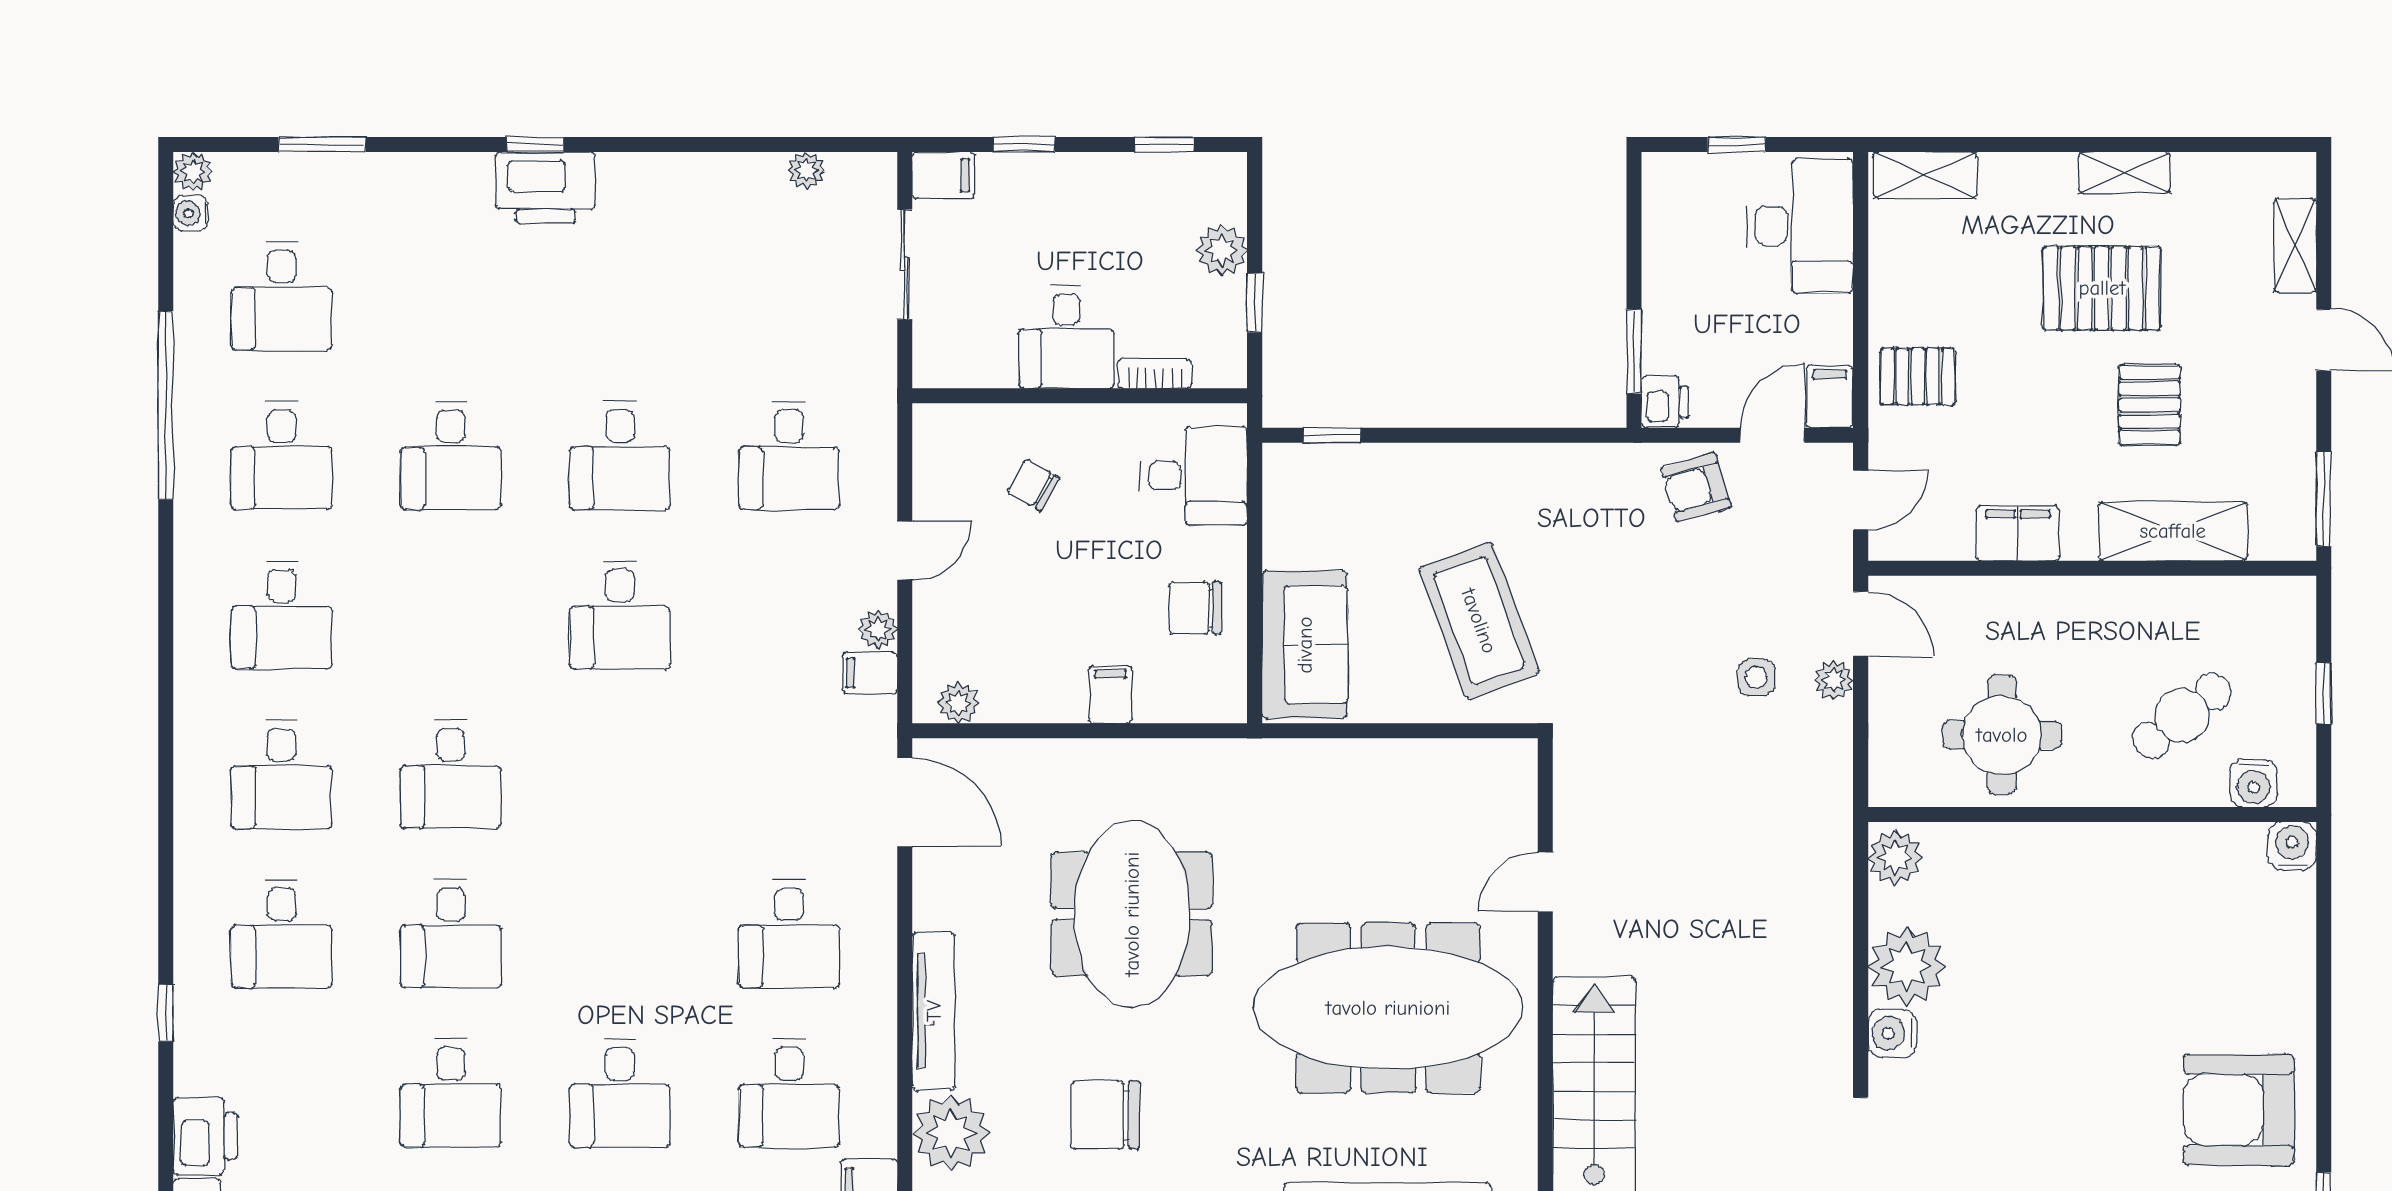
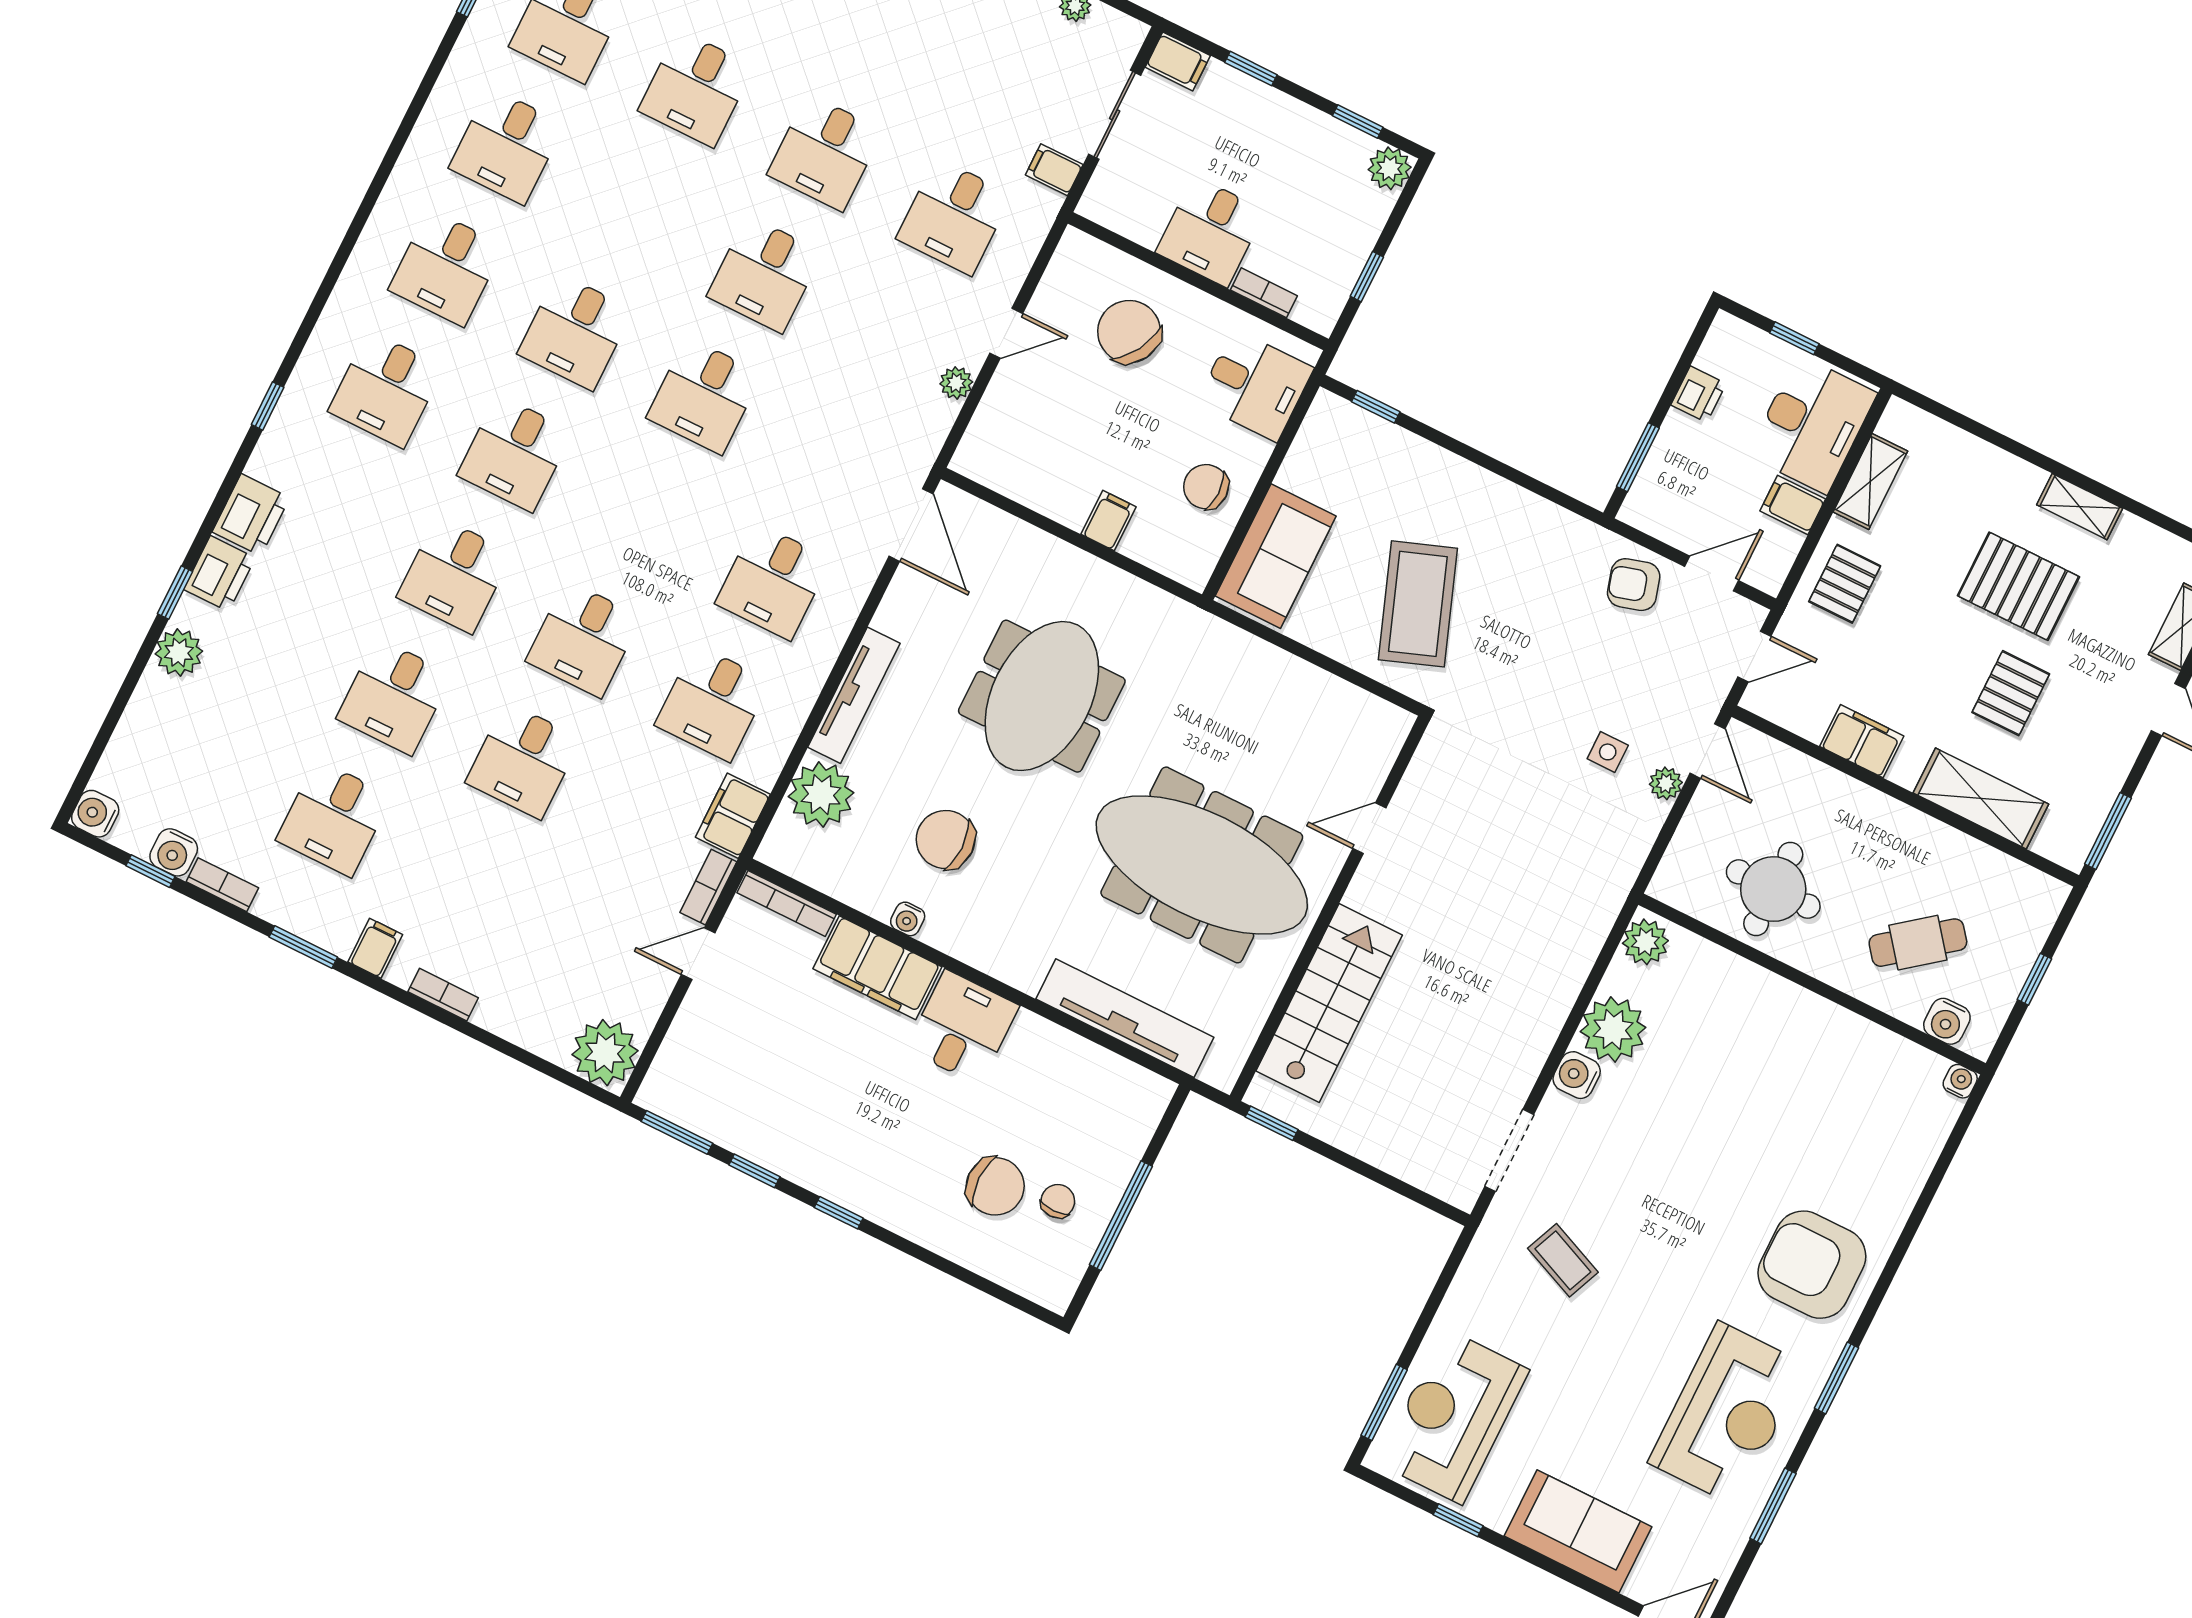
shelving: (1925, 175) -> (1870, 481), moved, turned 90
plant: (1222, 250) -> (1390, 168), moved
pallet: (1918, 376) -> (1845, 584), turned 90
filing cabinet: (1830, 396) -> (1793, 505), moved, turned -90
printer: (1665, 402) -> (1699, 394), moved
chair: (1033, 485) -> (1129, 332), width x1.87, depth x1.87
filing cabinet: (870, 673) -> (1054, 170), moved
plant: (958, 703) -> (990, 469), removed
desk: (620, 774) -> (704, 396), added
water cooler: (2292, 846) -> (1960, 1081), width x0.72, depth x0.72

